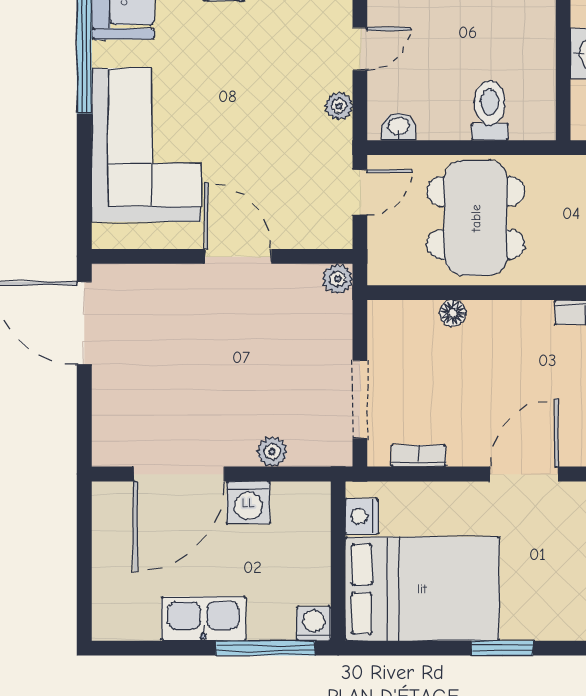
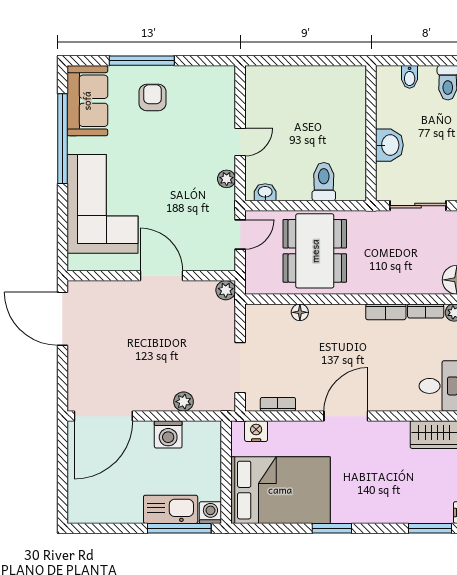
door: (179, 474) -> (103, 416), moved
nightstand: (362, 516) -> (256, 431), moved, turned 90
kitchen sink: (203, 619) -> (171, 509), moved

